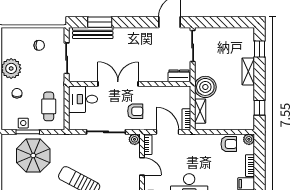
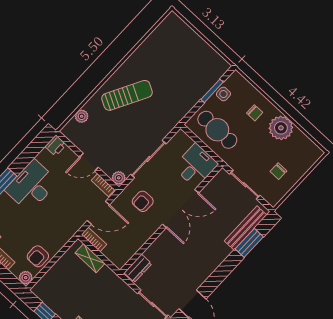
boiler: (205, 87) -> (107, 282), removed
cafe table: (49, 106) -> (217, 130), width x1.37, depth x1.35
parasol: (33, 156) -> (187, 76), removed

